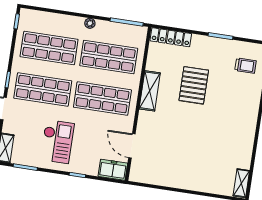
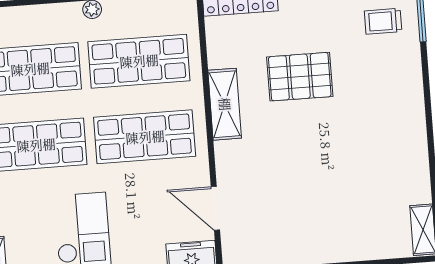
trolley: (246, 66) -> (383, 21), turned 180
pallet: (194, 85) -> (300, 77), turned 90

